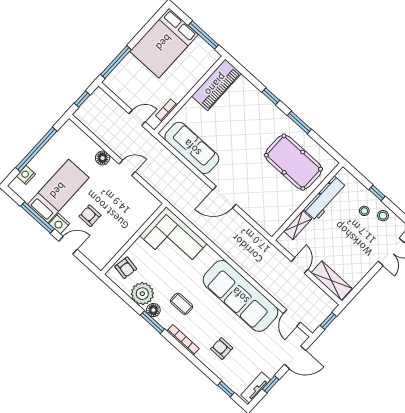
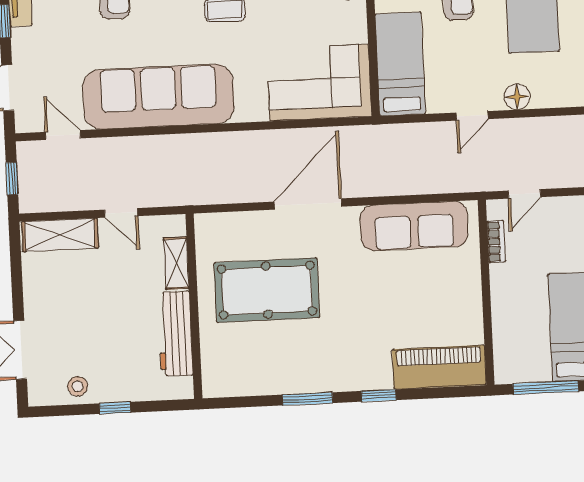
piano: (216, 85) -> (439, 367), moved, turned 90
pool table: (293, 162) -> (267, 290), moved
door: (224, 197) -> (308, 204), width x1.36
stool: (364, 211) -> (108, 368), removed
bed: (135, 216) -> (400, 64), added

